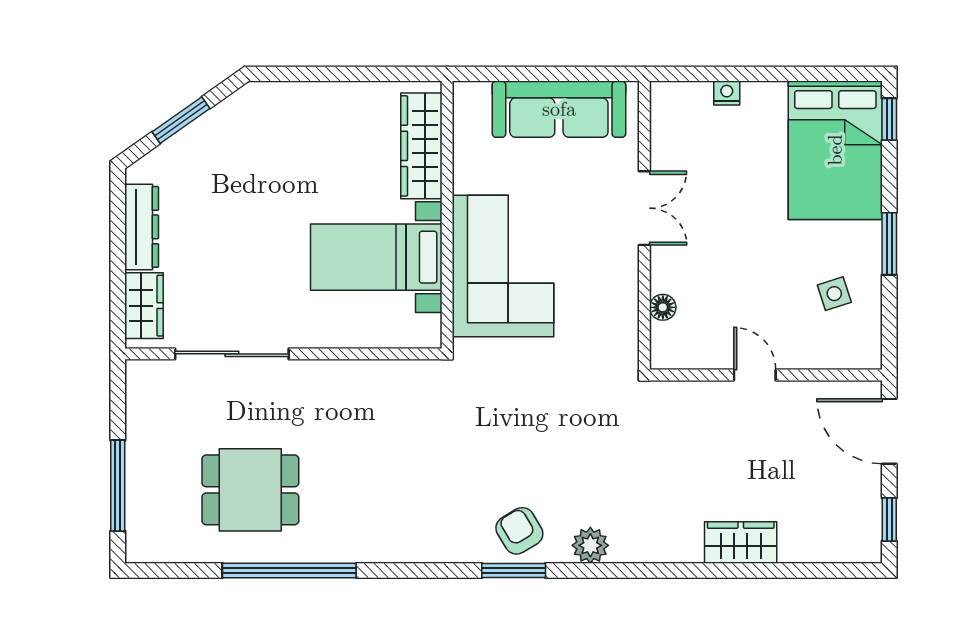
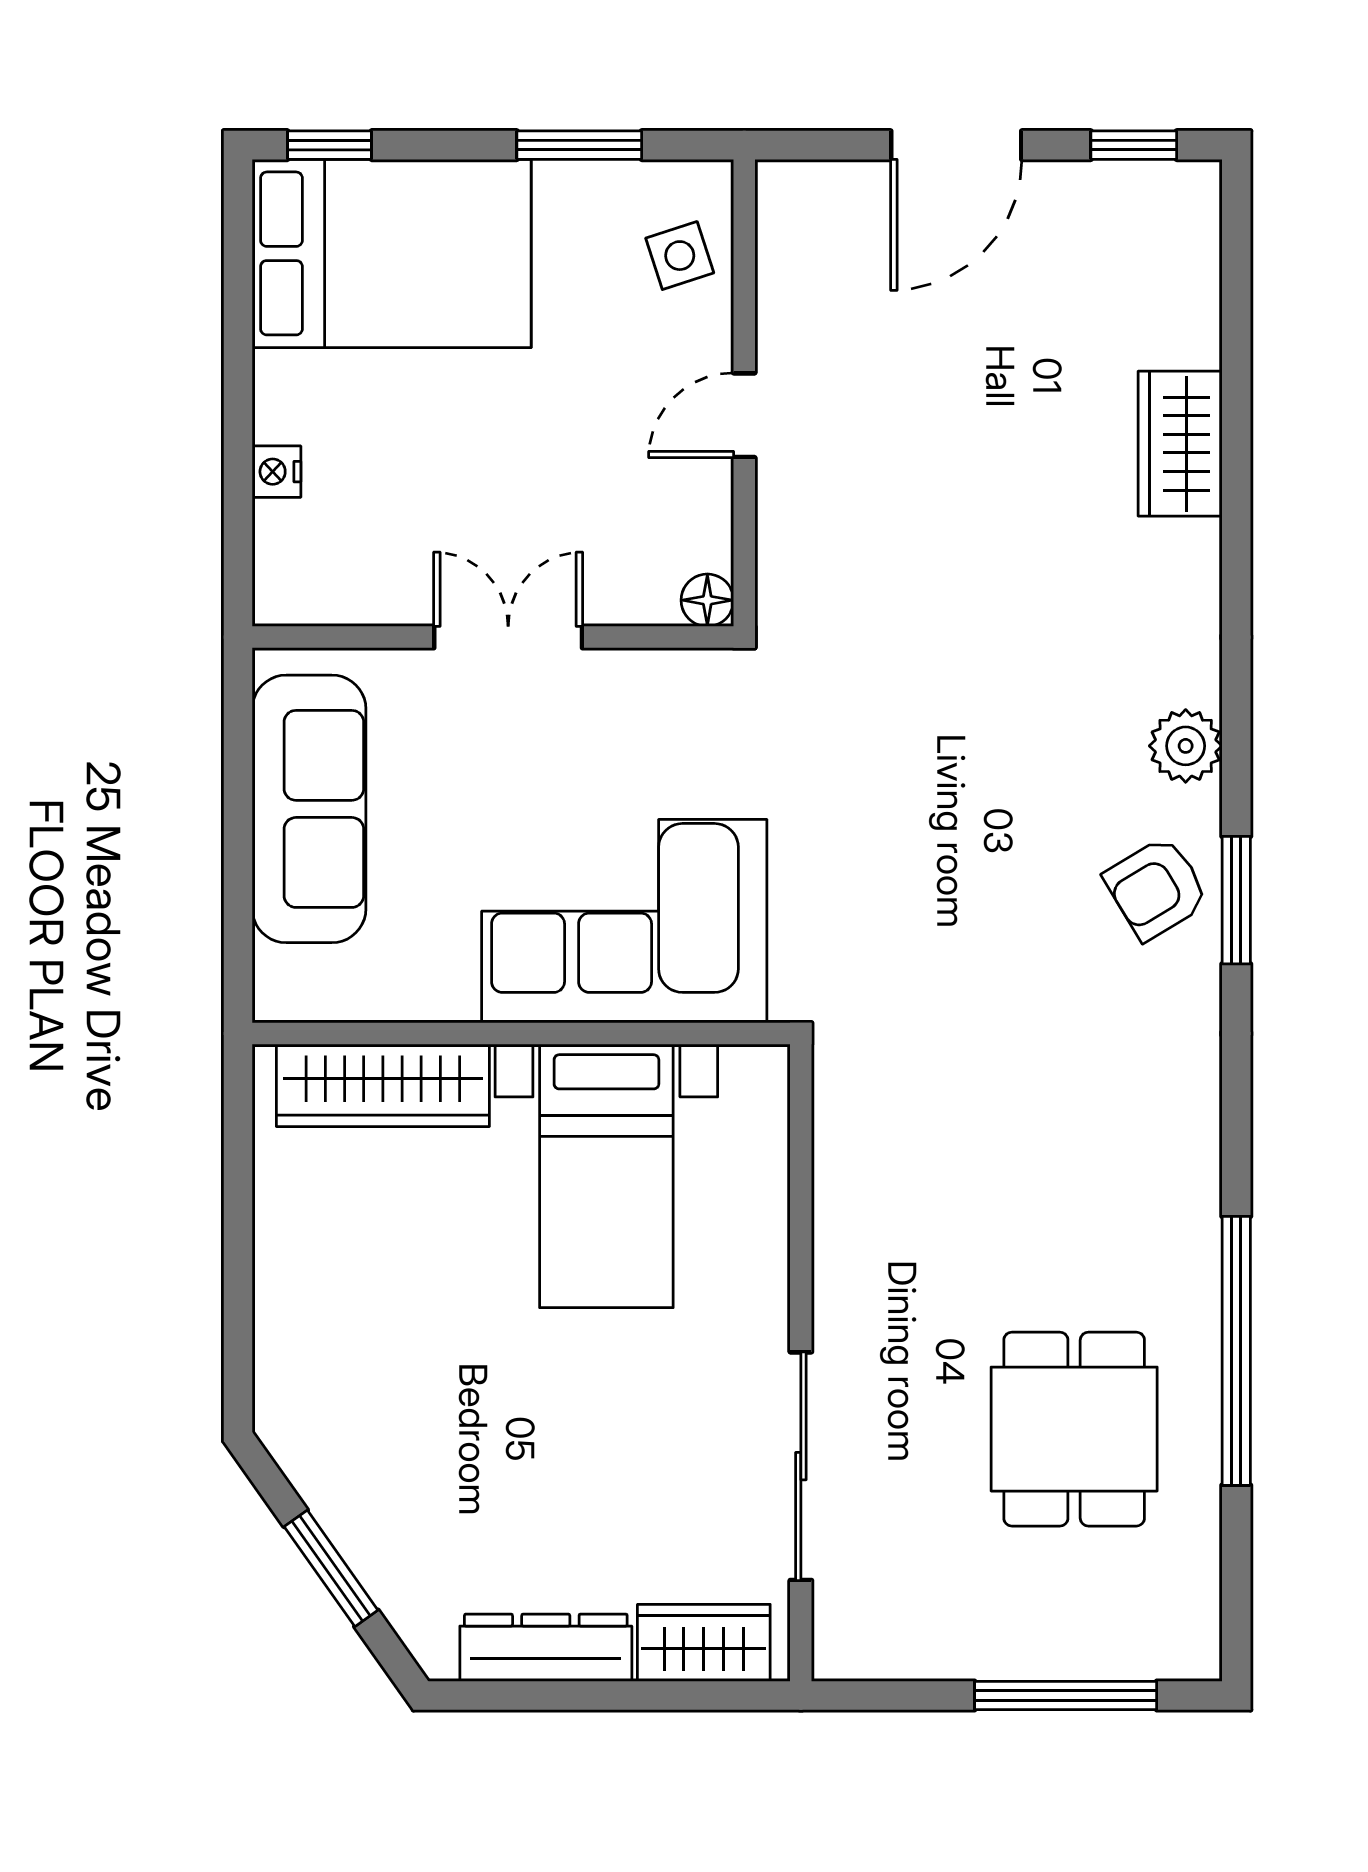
door: (755, 375) -> (744, 415), moved
wall: (766, 375) -> (744, 393), moved

